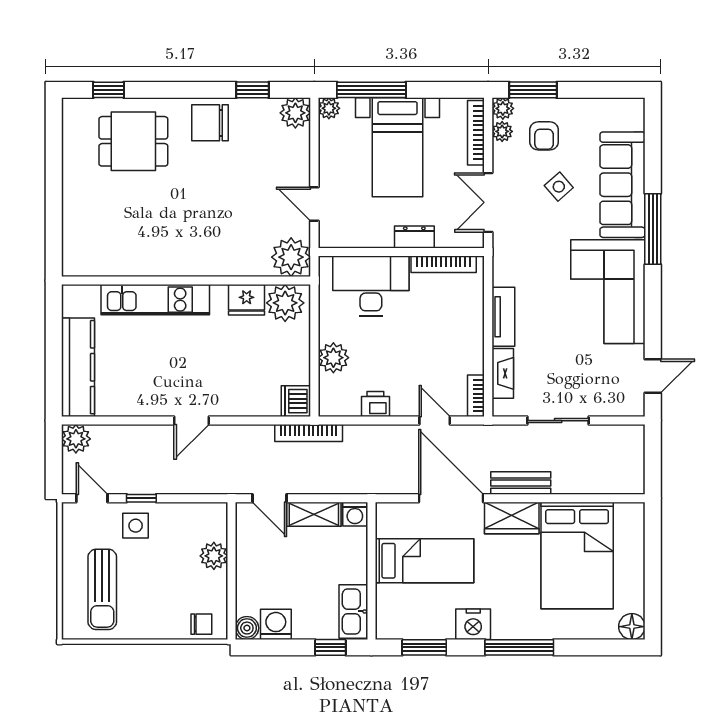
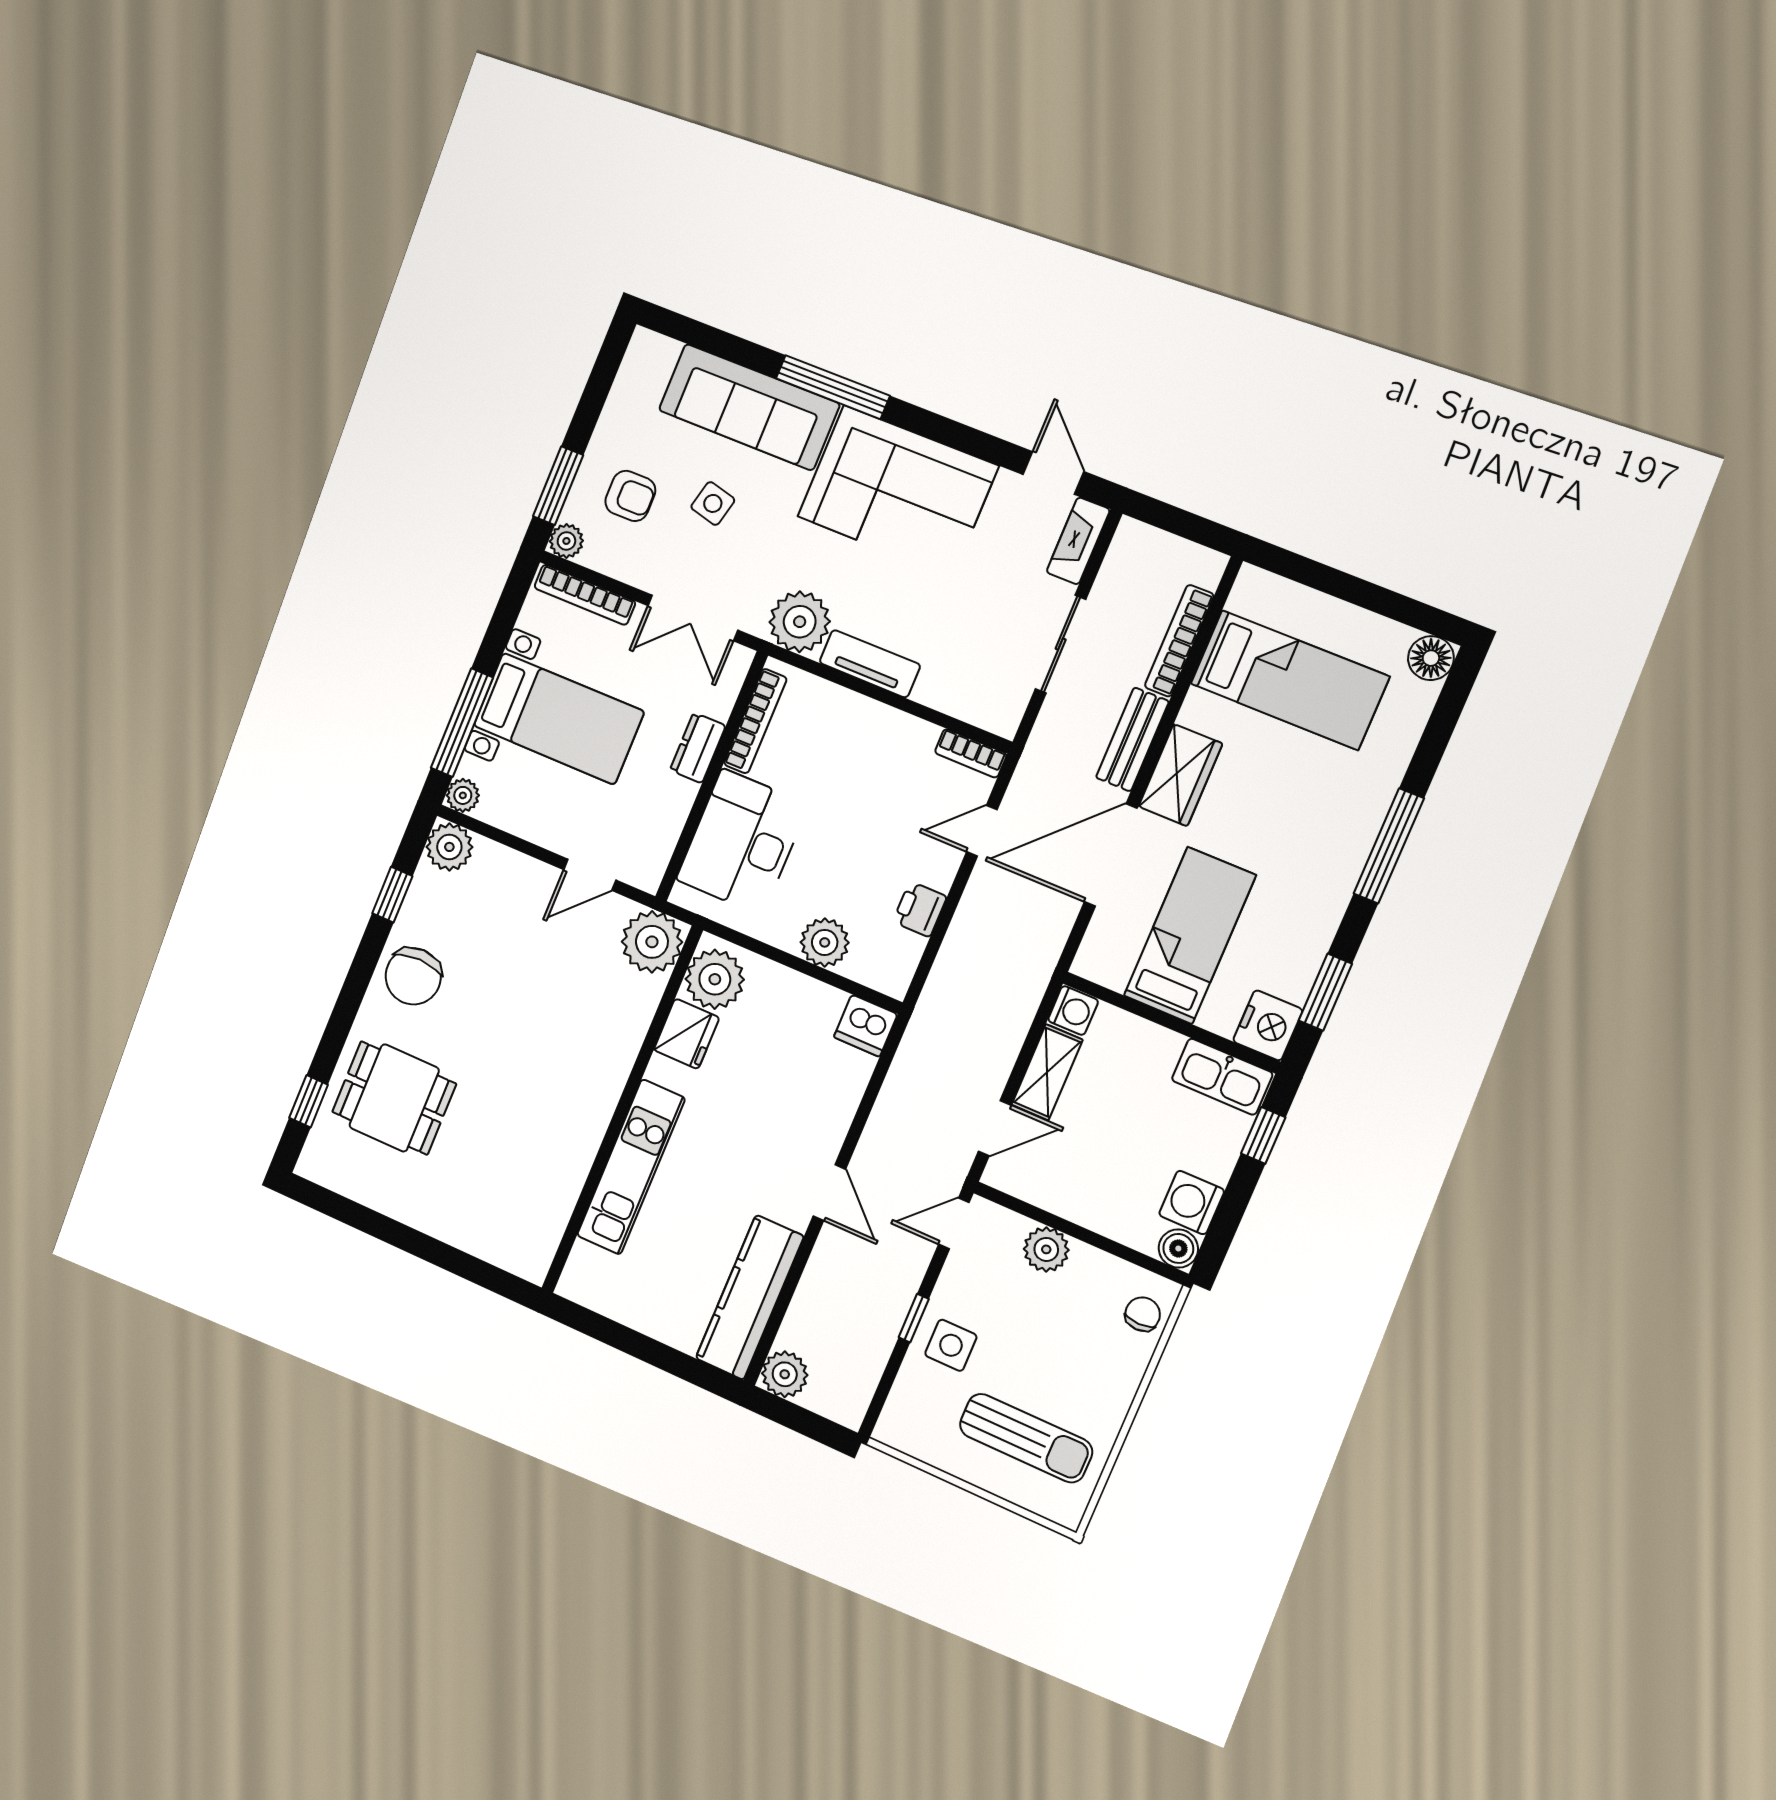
plant: (502, 131) -> (800, 622), moved, width x1.88, depth x1.88
dining table: (133, 141) -> (394, 1098), turned 90
side table: (559, 187) -> (713, 503), turned -35
kitchen counter: (78, 367) -> (750, 1297), moved, turned -90
fireplace: (503, 373) -> (1078, 541), moved, turned -90
bookcase: (309, 433) -> (1179, 641), moved, turned 180
door: (92, 498) -> (954, 1224), moved
bed: (577, 556) -> (1290, 680), width x0.67
nightstand: (473, 624) -> (1268, 1025), moved

